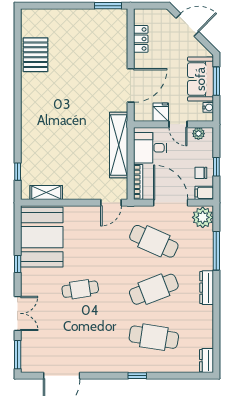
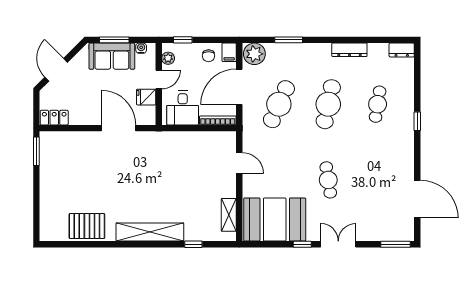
locker: (141, 39) -> (54, 118), moved
shelving: (119, 145) -> (150, 232), moved
window: (216, 167) -> (183, 40), moved
window: (18, 172) -> (193, 244), moved
door: (111, 203) -> (239, 163), moved
window: (216, 251) -> (289, 40), width x0.69
dresser: (207, 288) -> (349, 50), moved
cafe table: (154, 289) -> (328, 104), turned 33
double door: (18, 313) -> (338, 244), moved
cafe table: (154, 337) -> (378, 104), width x0.73, depth x0.74

